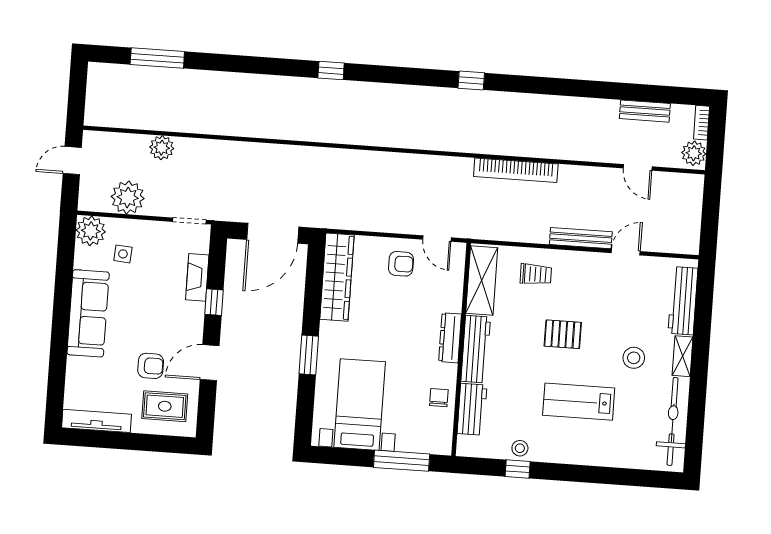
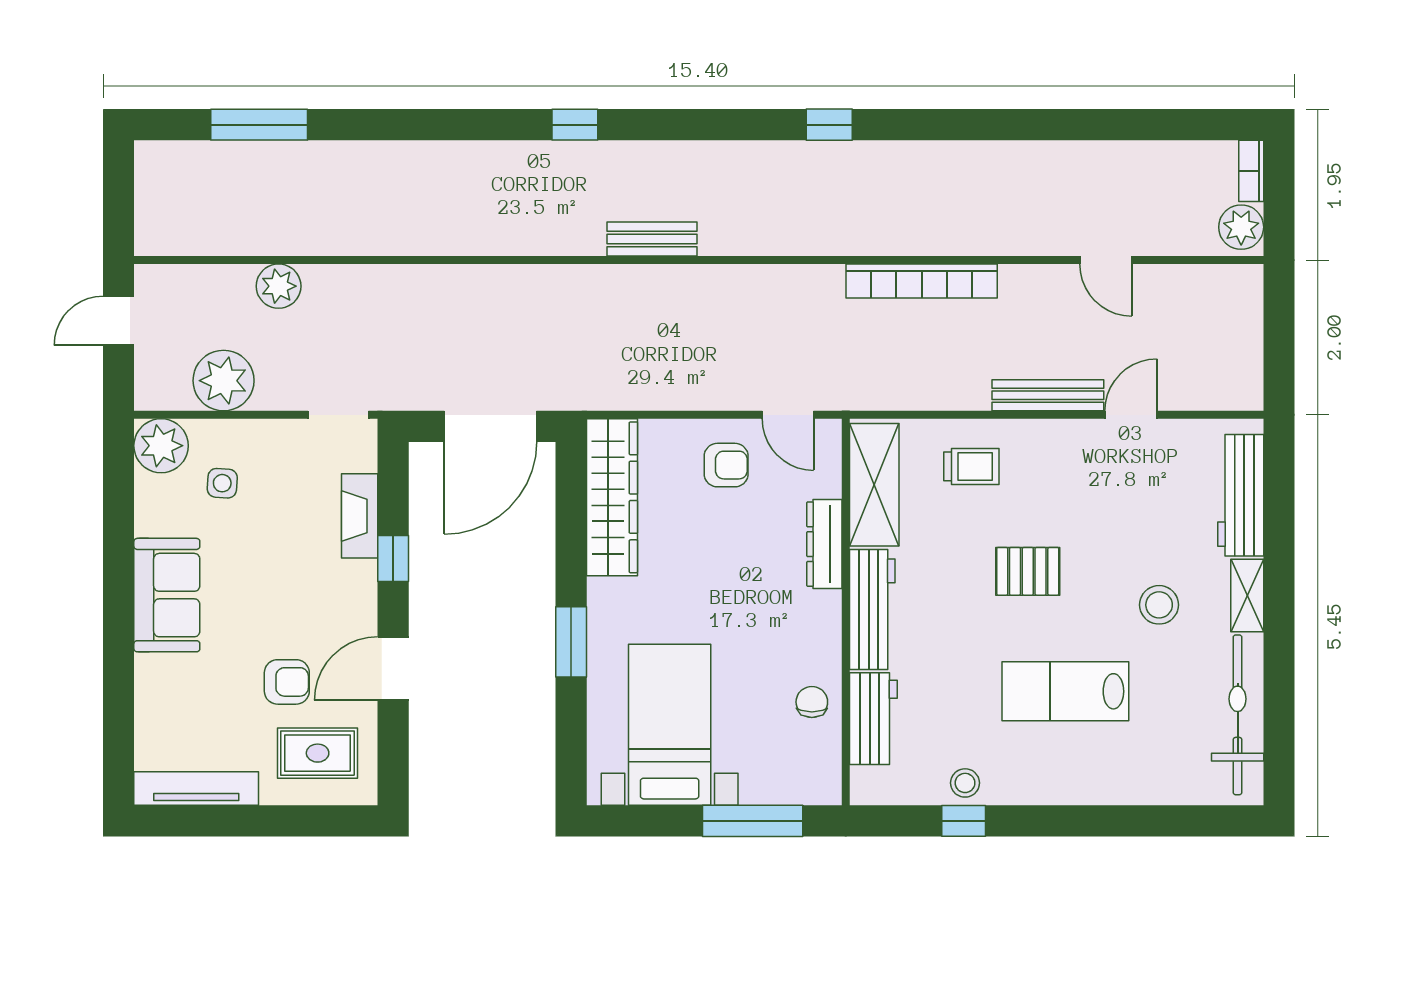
bench: (645, 111) -> (652, 239), moved
door: (638, 167) -> (1106, 260), moved
sofa: (88, 313) -> (167, 595), width x0.73
dresser: (450, 338) -> (824, 544), moved

